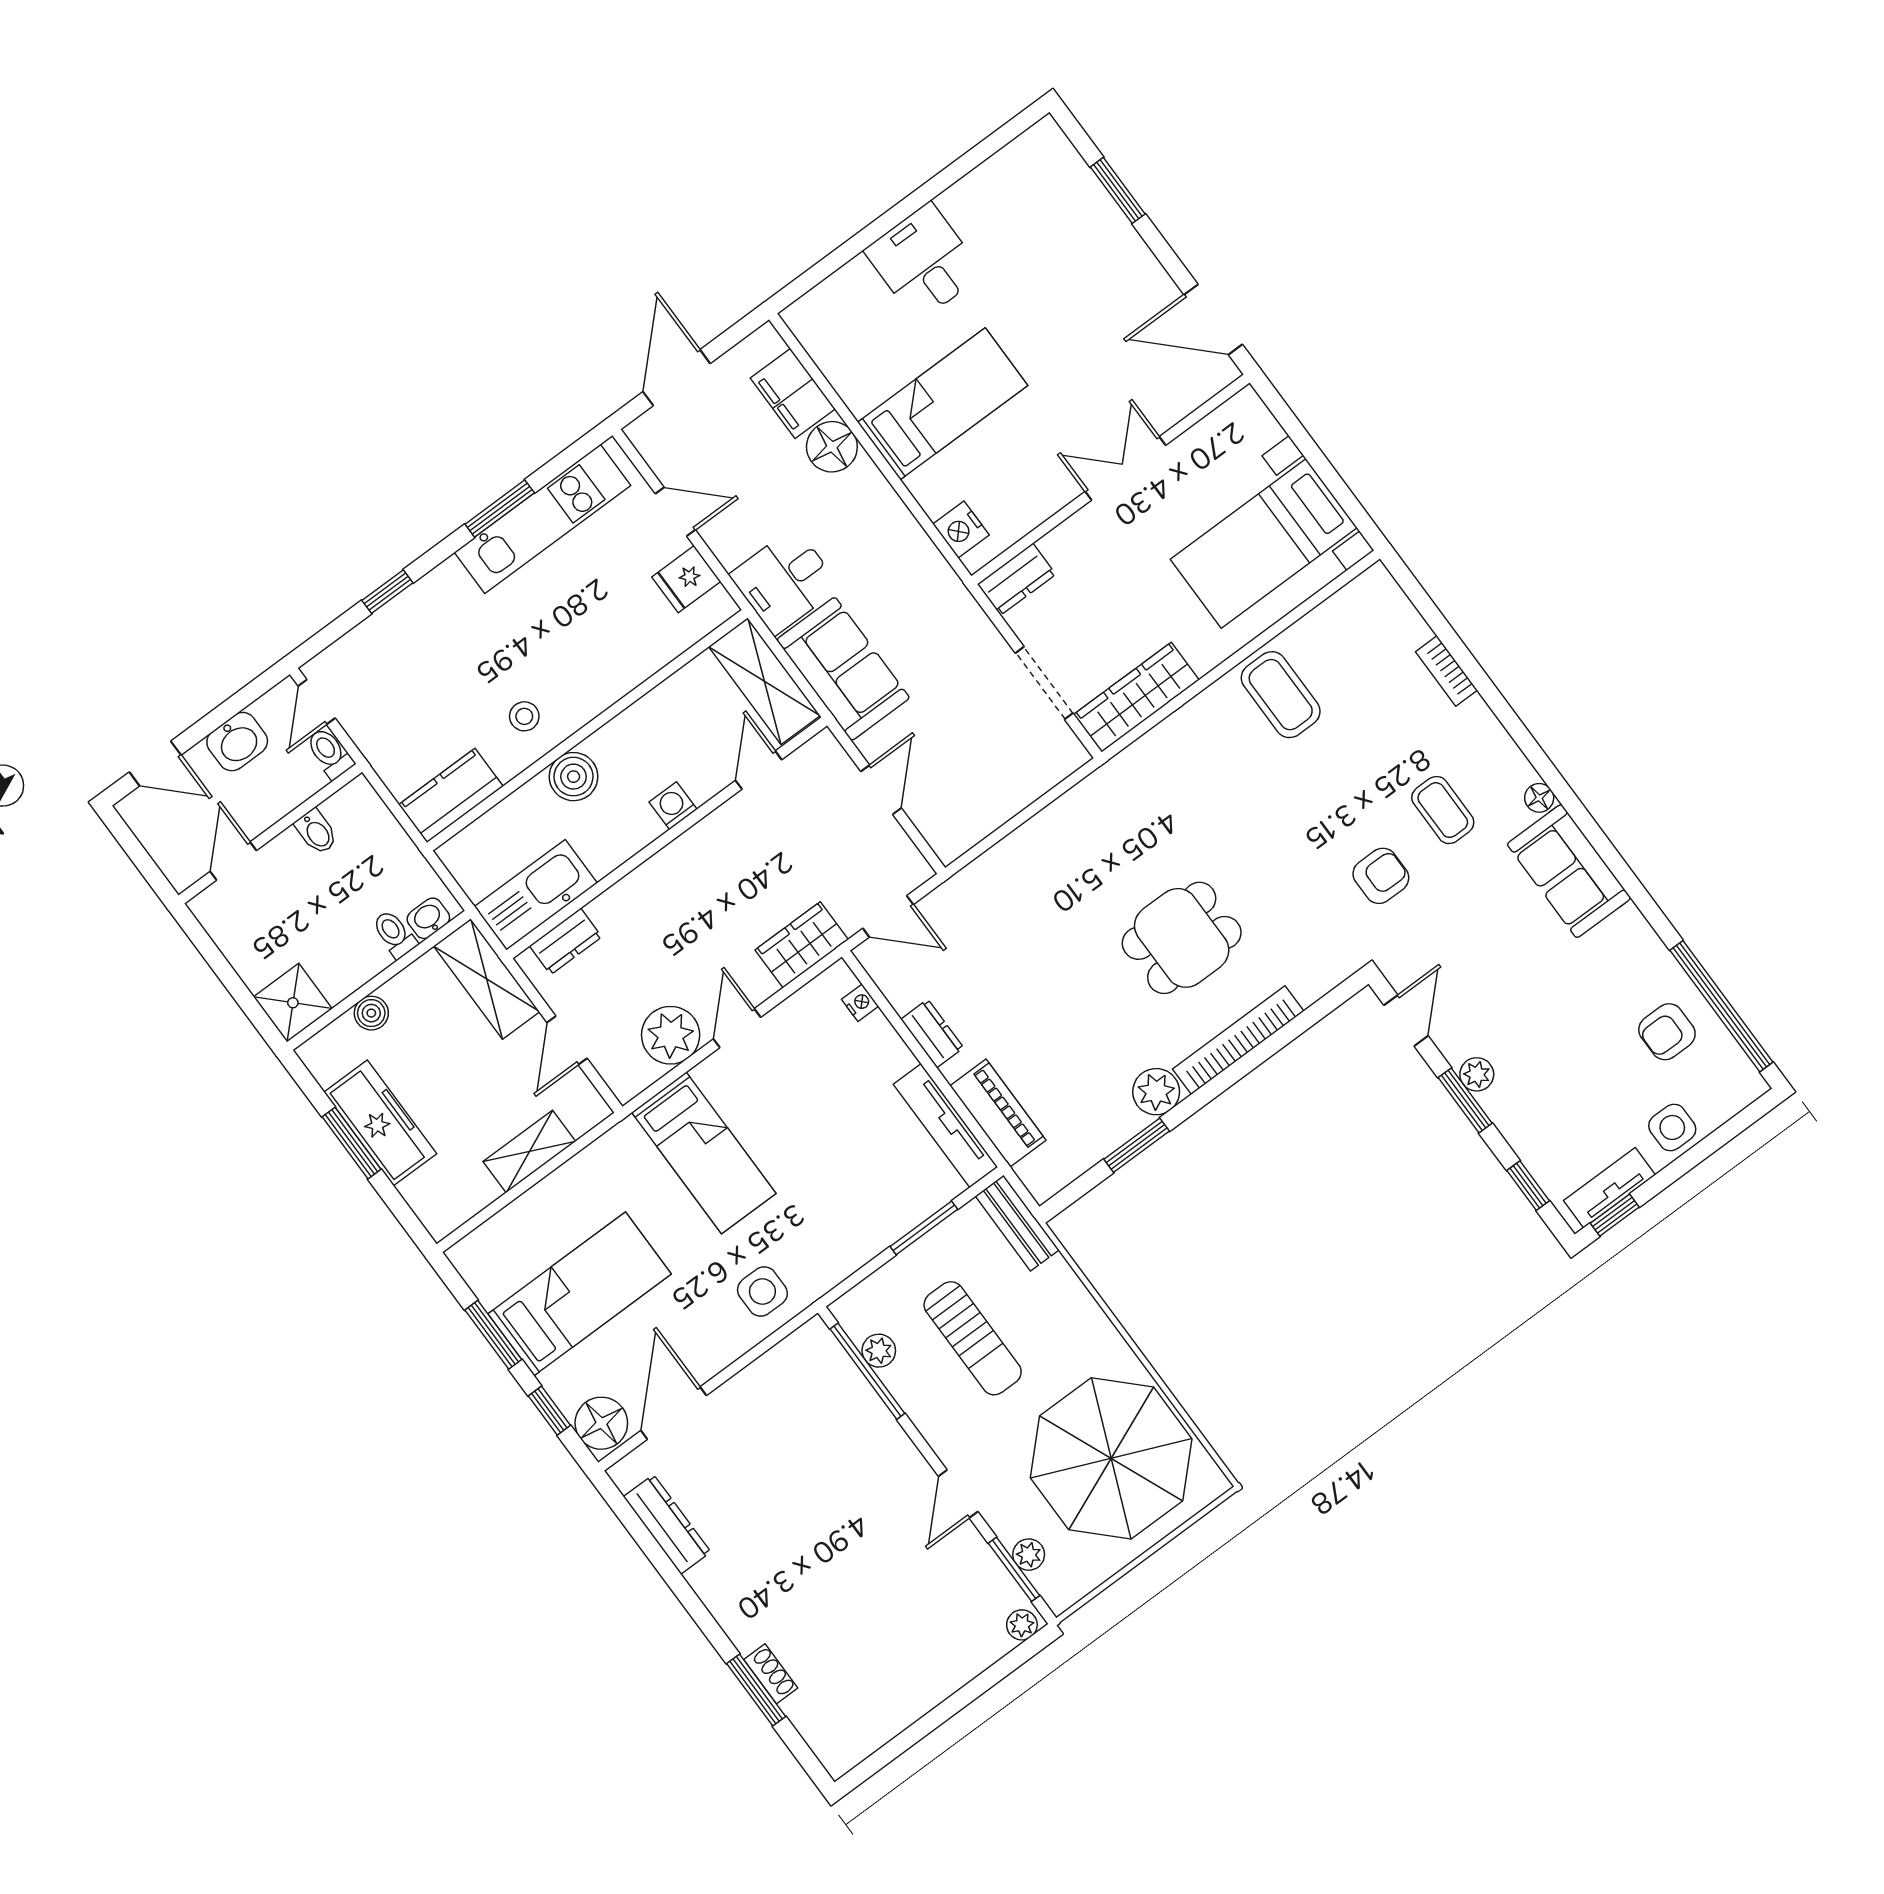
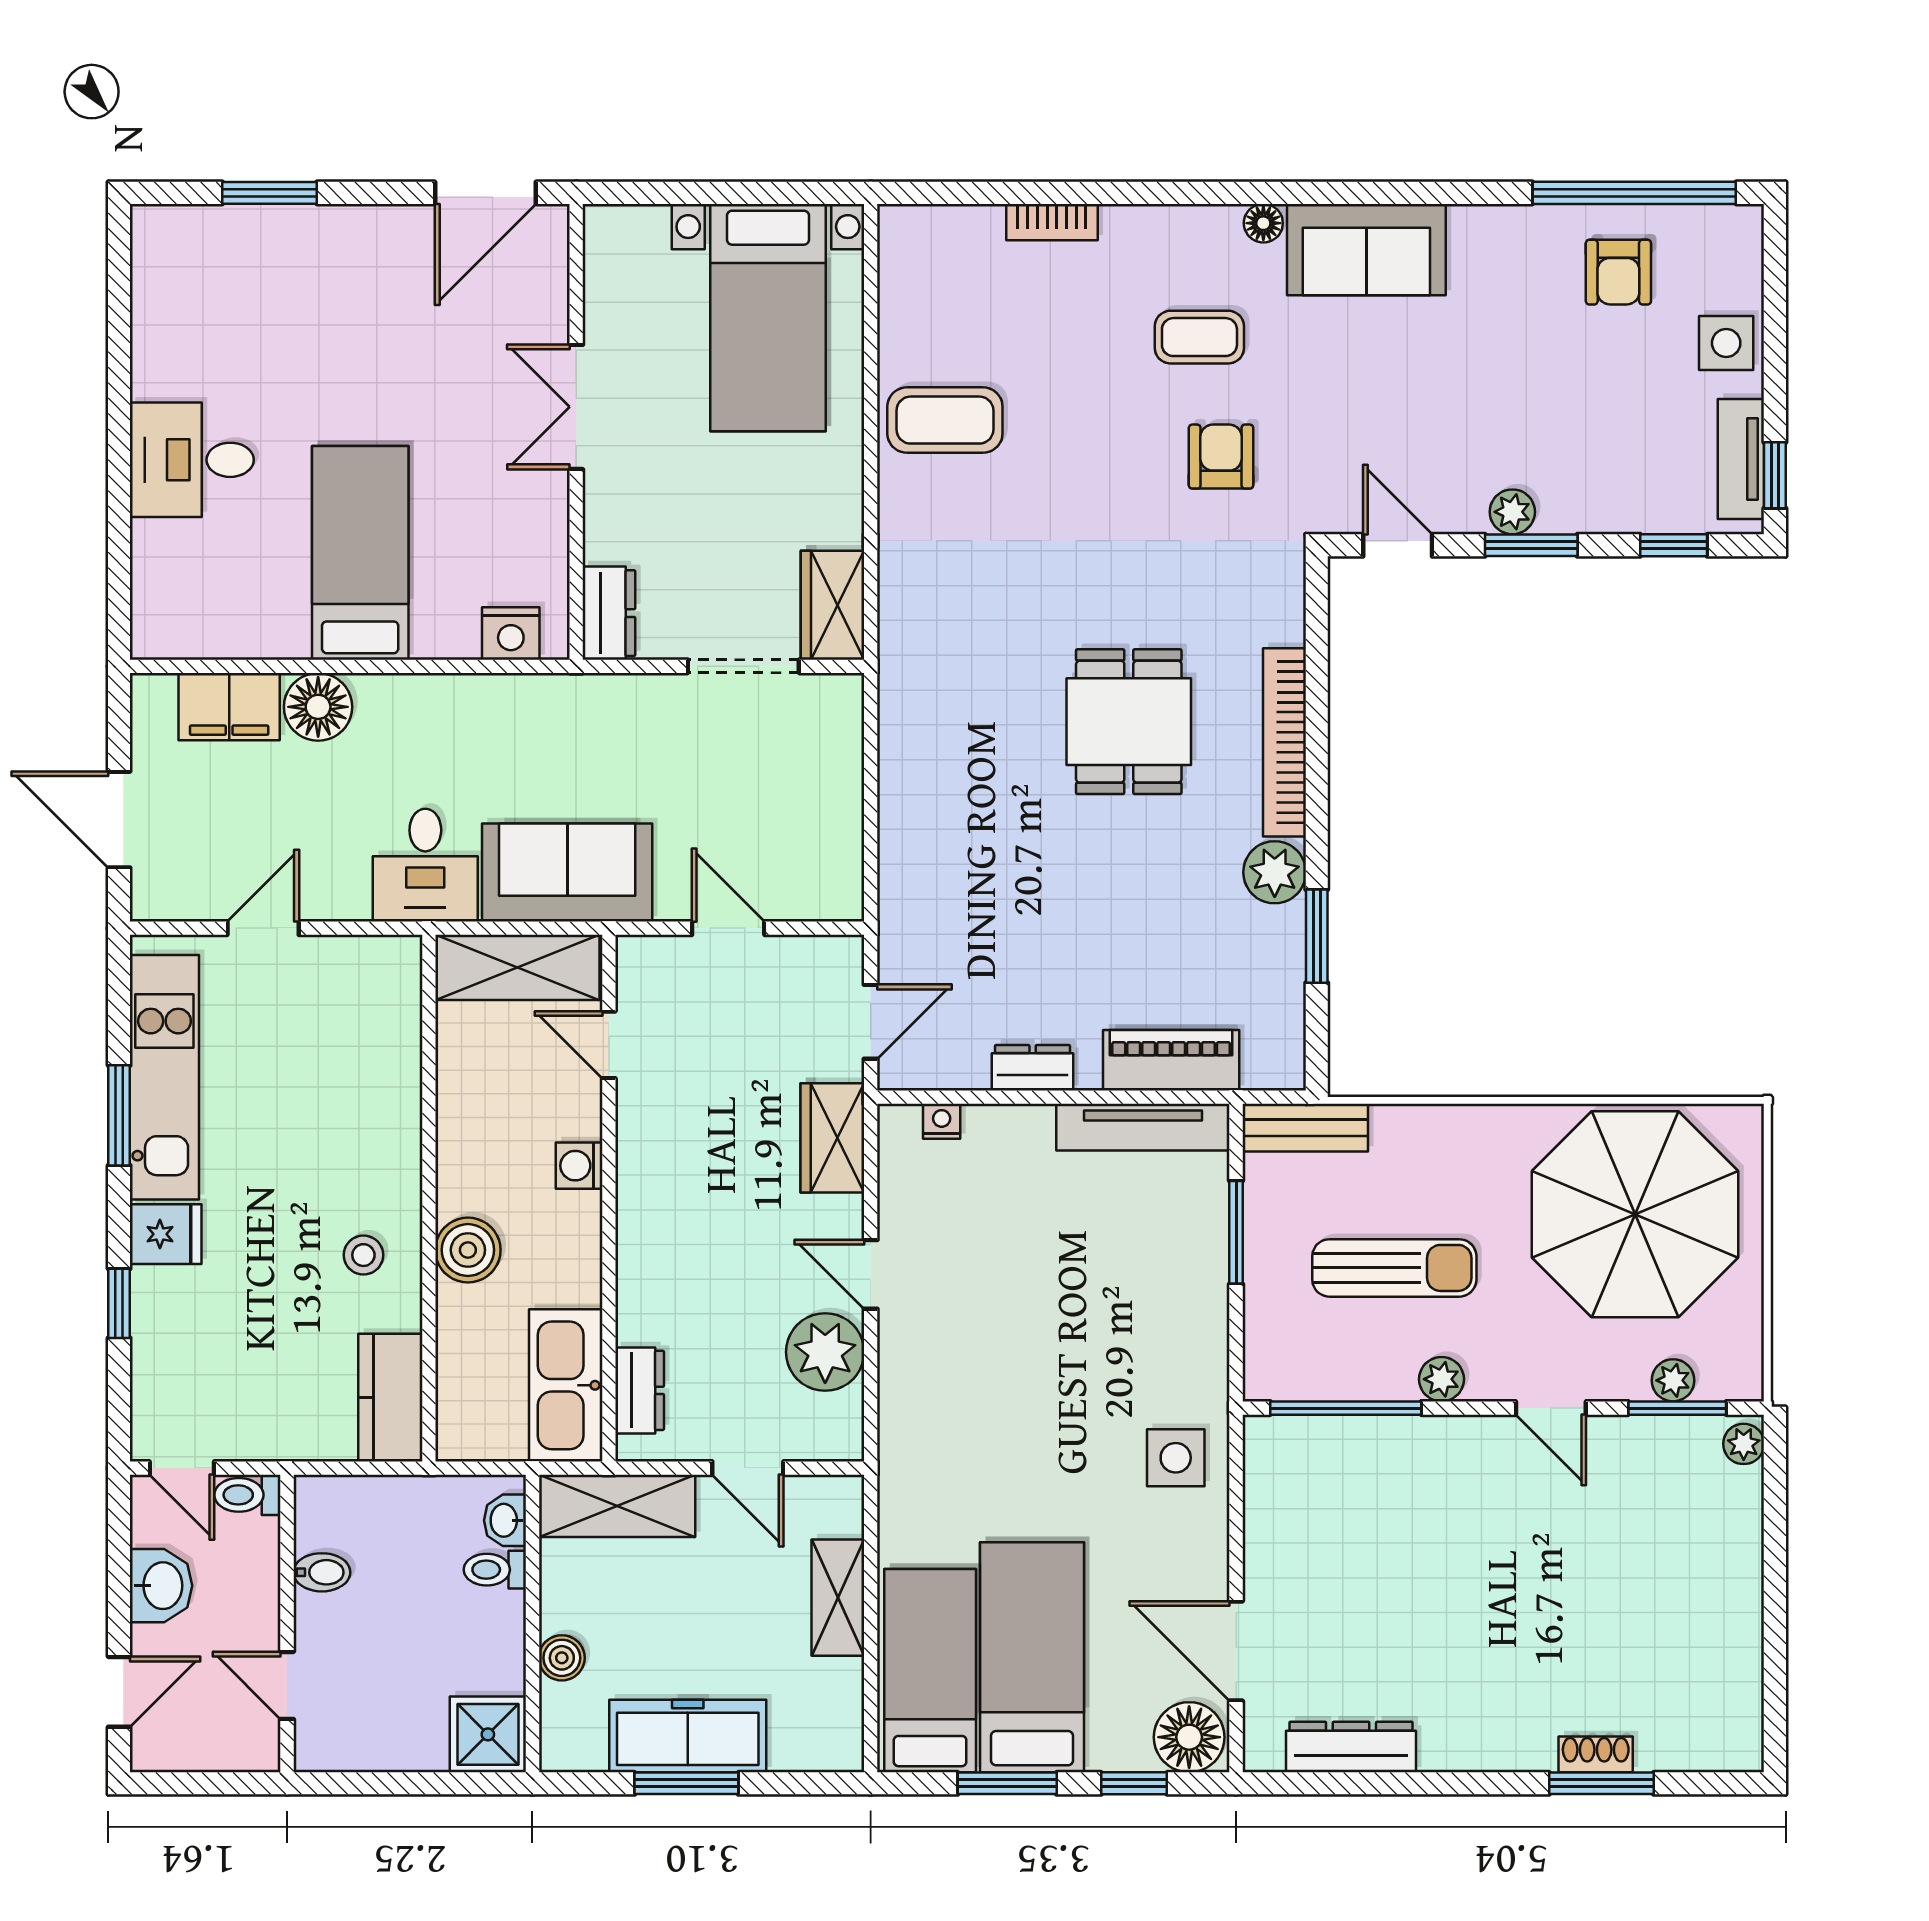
fridge: (686, 579) -> (166, 1234), moved, turned -90
wardrobe: (1137, 697) -> (832, 605), width x0.67
bed: (704, 1153) -> (930, 1671), moved, turned -90
plant: (879, 1351) -> (1441, 1379), moved

